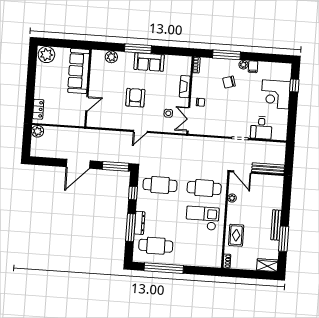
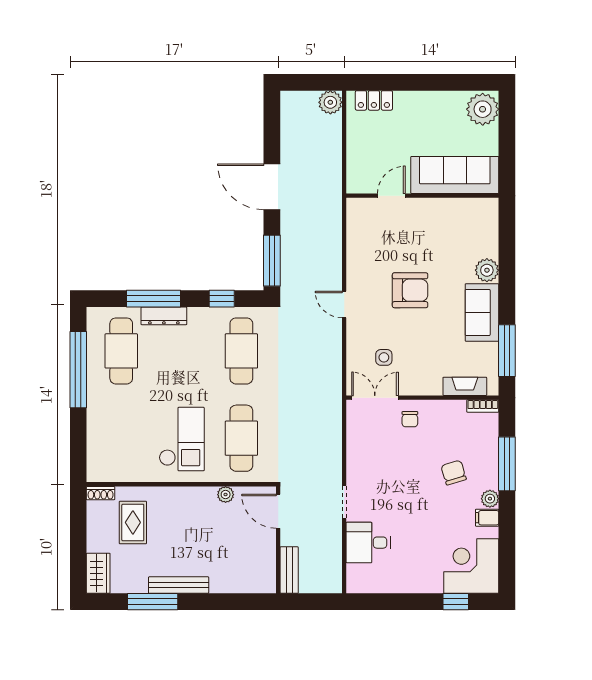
window: (138, 49) -> (507, 351), moved
plant: (111, 57) -> (487, 270), moved
fireplace: (185, 87) -> (465, 386), moved
corner desk: (276, 94) -> (471, 566), moved
door: (87, 104) -> (391, 196), swing flipped
bench: (268, 168) -> (289, 570), width x0.73
door: (242, 172) -> (278, 511), hinge flipped
rug: (236, 235) -> (133, 522), moved, turned 90

